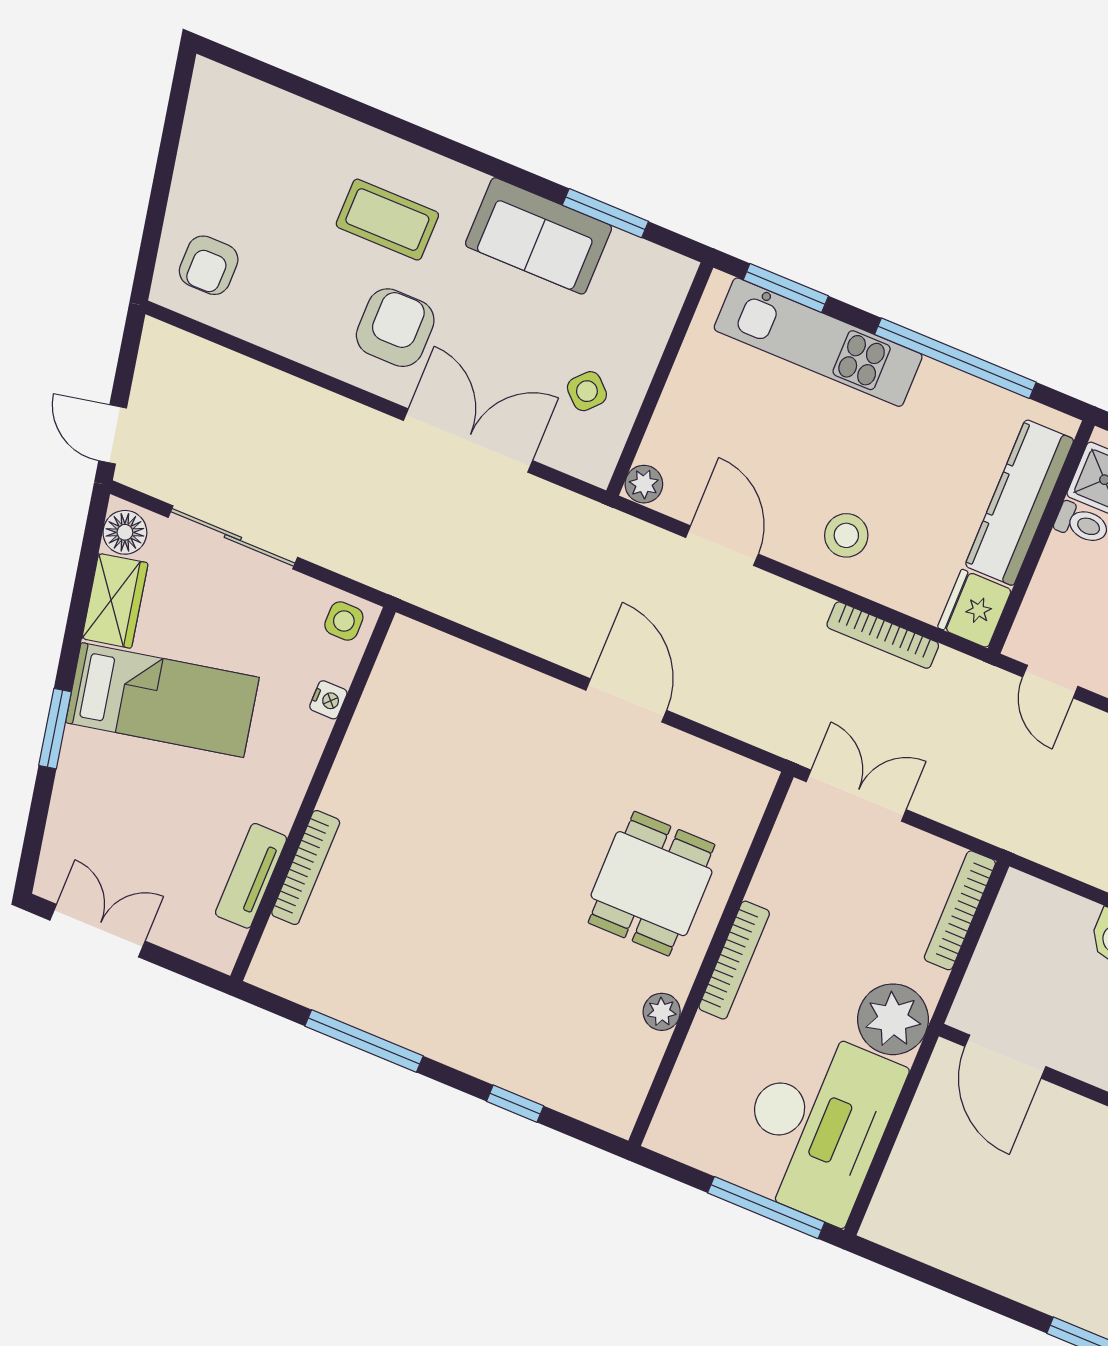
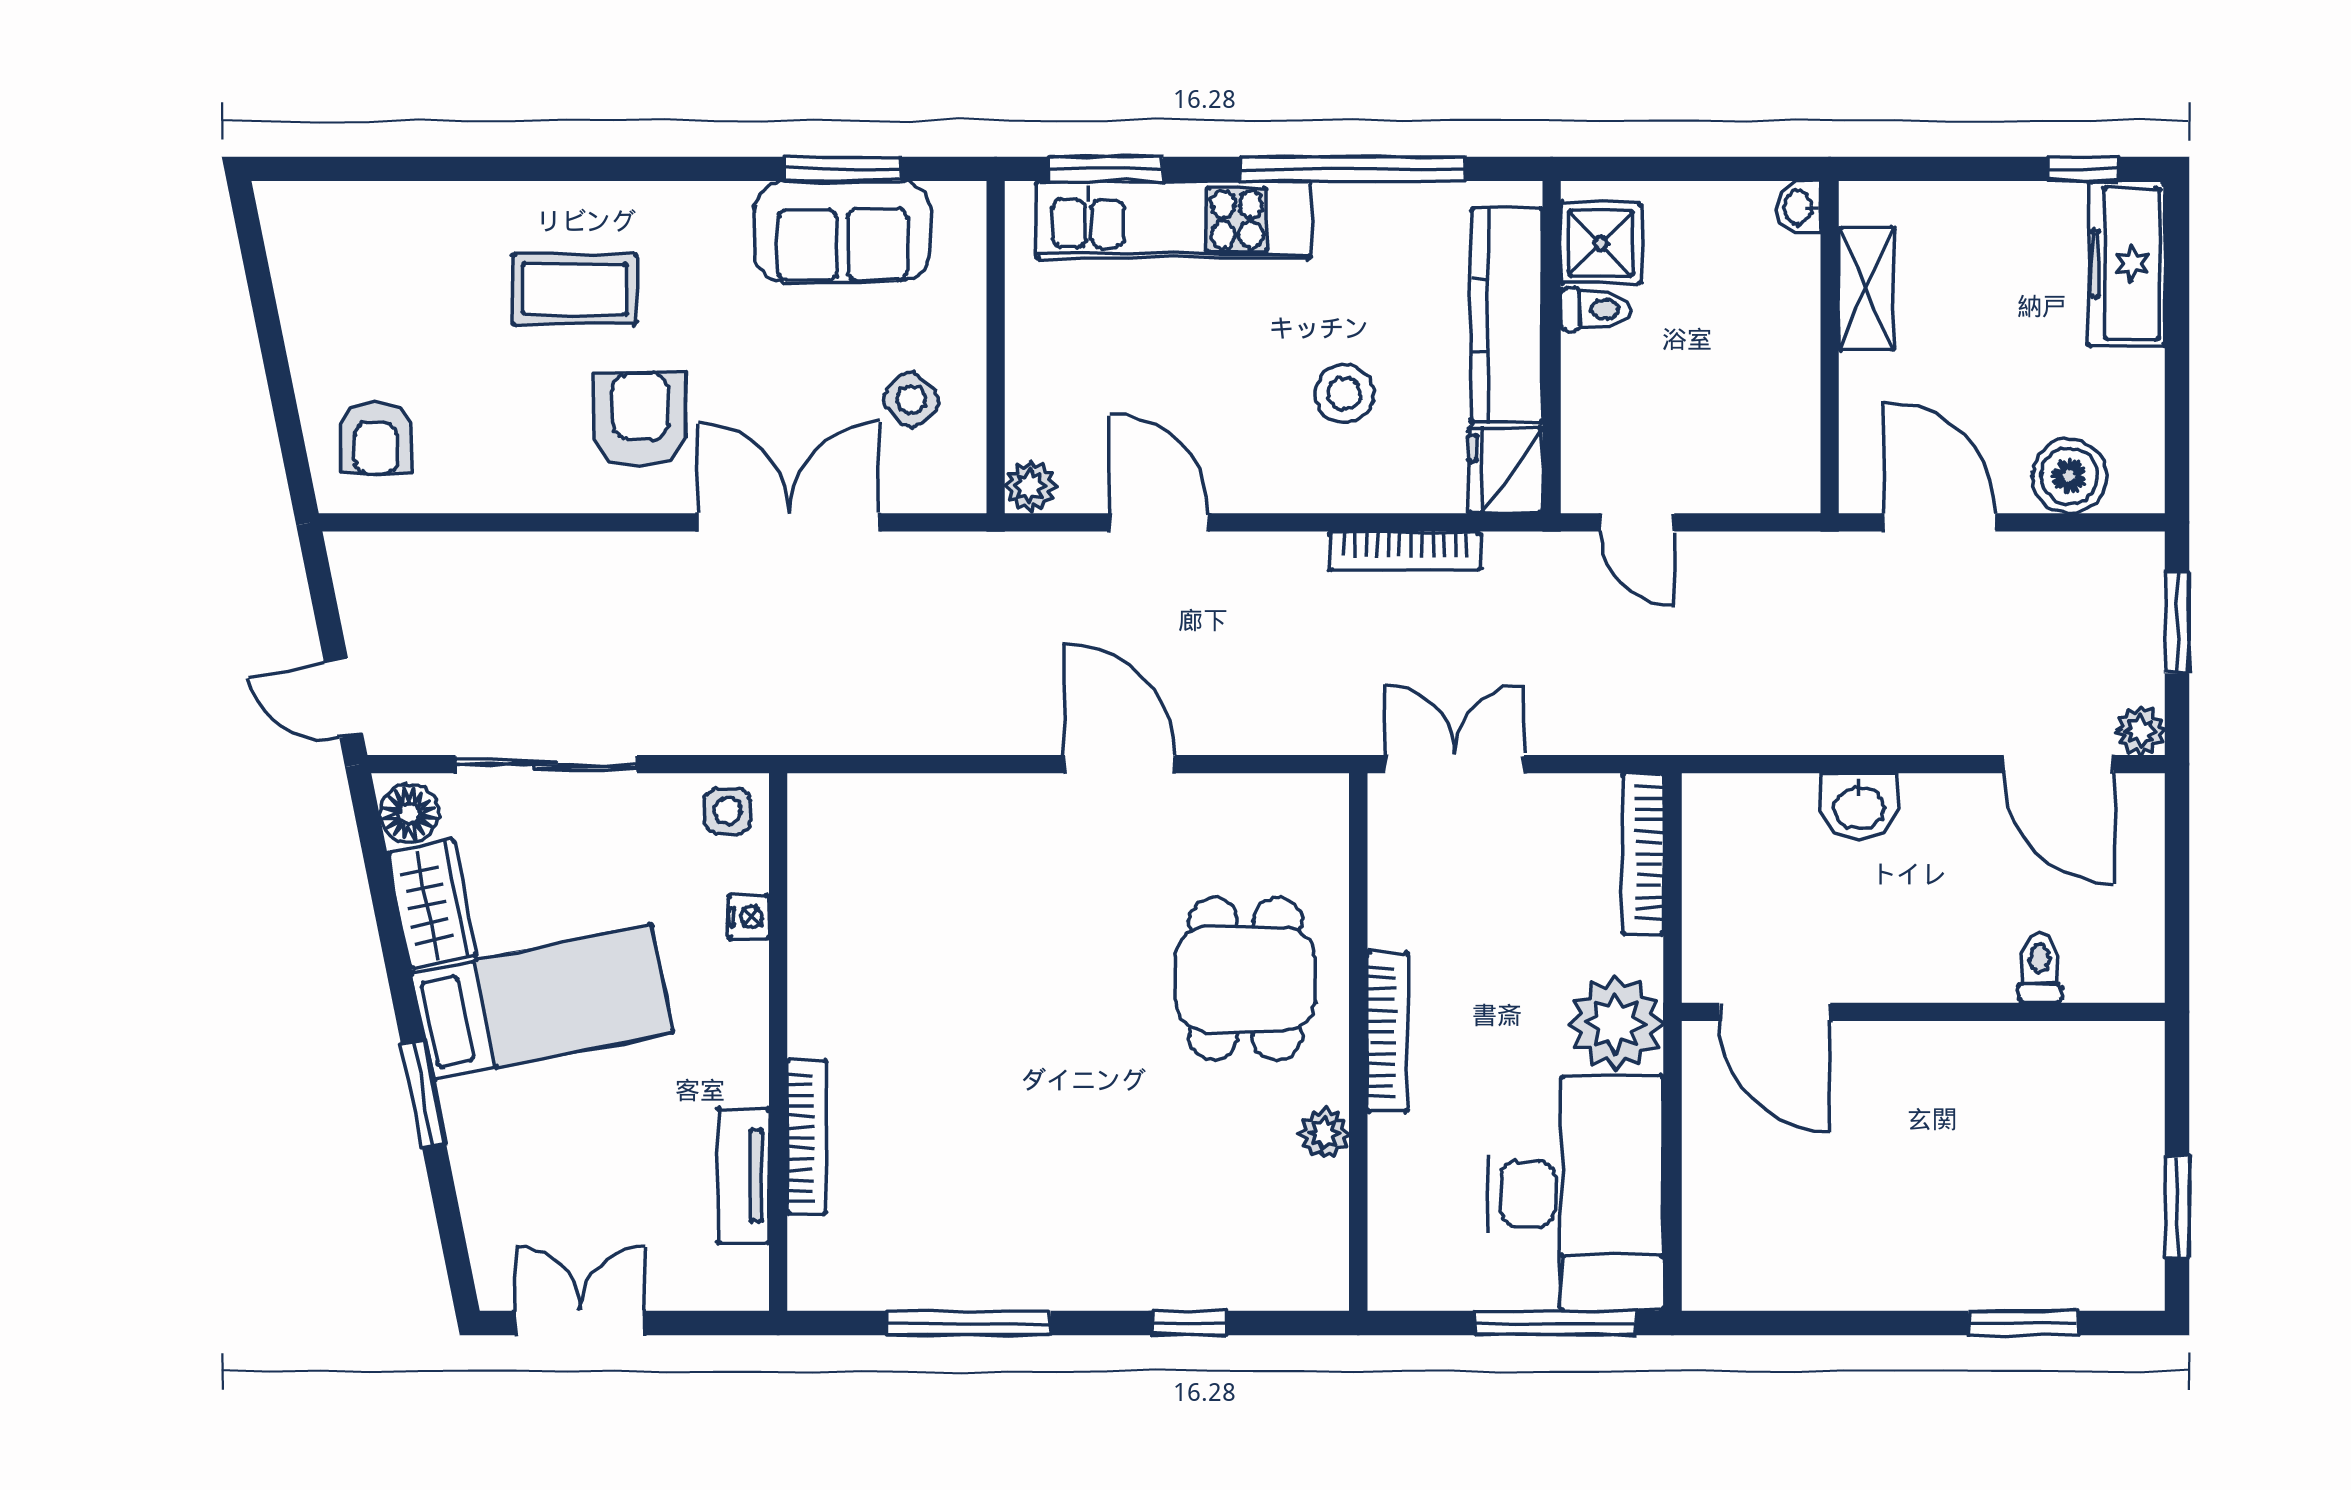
sofa: (538, 236) -> (842, 232), moved
stool: (846, 535) -> (1344, 394), moved

